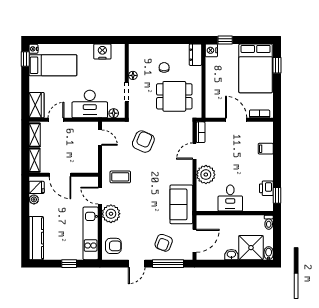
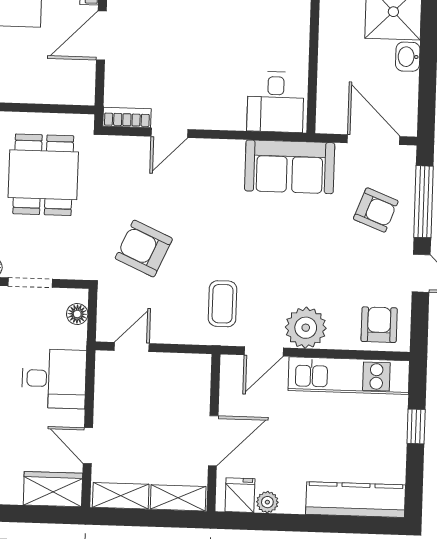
desk: (90, 104) -> (54, 379), width x0.73
door: (195, 151) -> (169, 133), hinge flipped
plant: (206, 175) -> (224, 109), removed
desk: (230, 198) -> (275, 102), moved, turned 90

